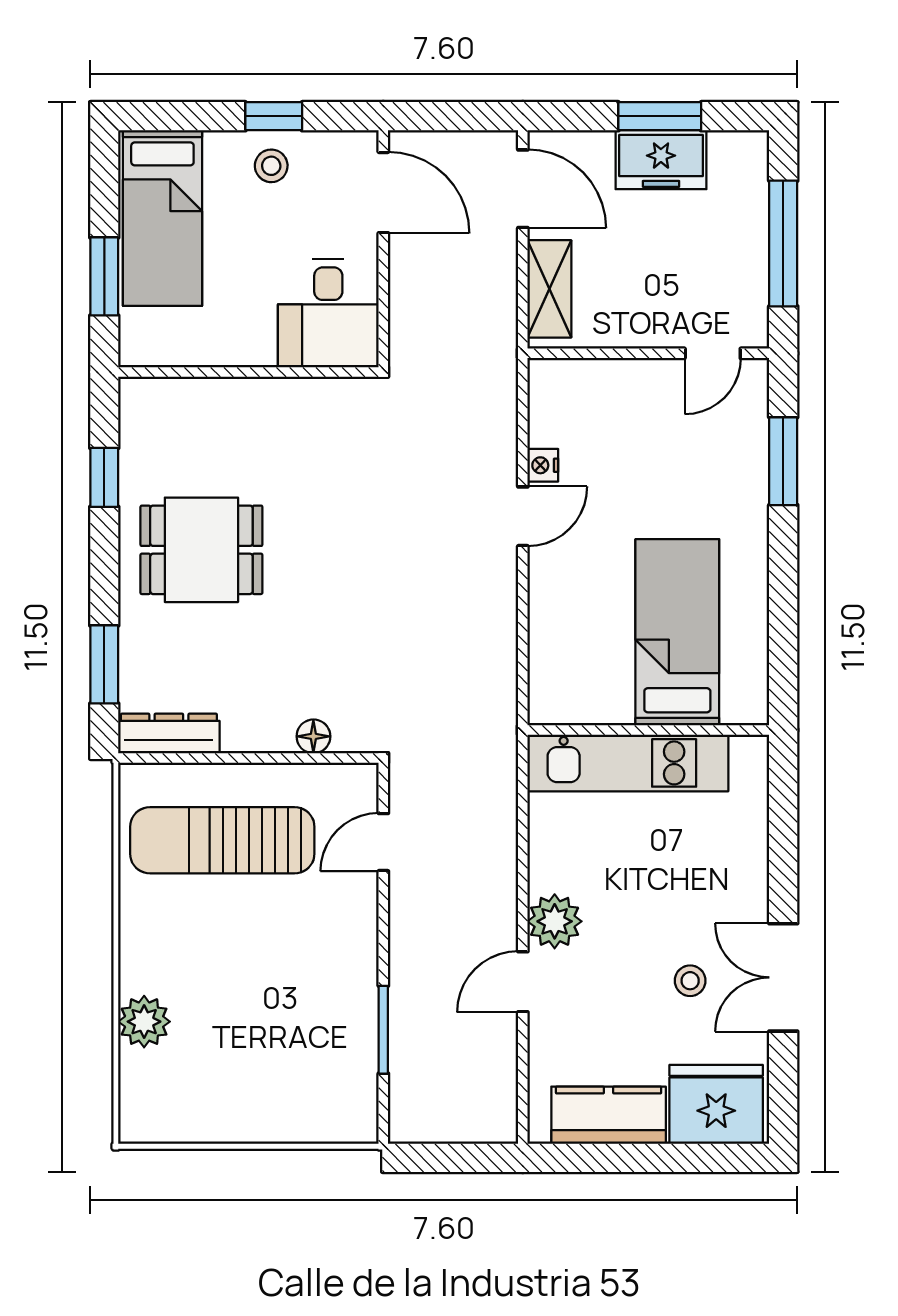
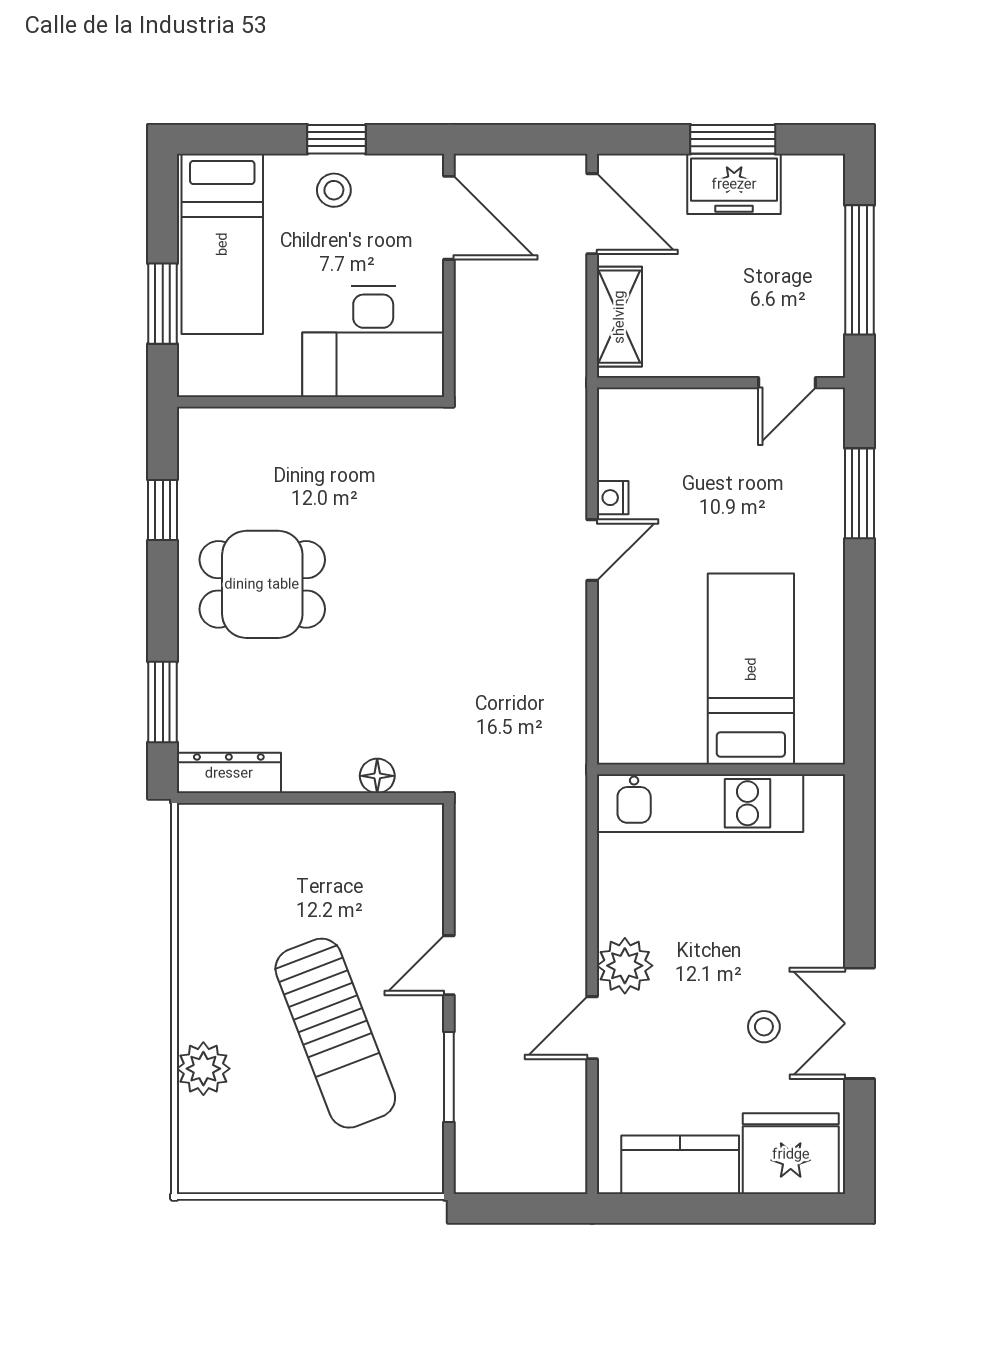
desk: (328, 313) -> (373, 341), width x1.37
sun lounger: (222, 840) -> (335, 1033), moved, turned -111
door: (383, 842) -> (449, 965), moved

